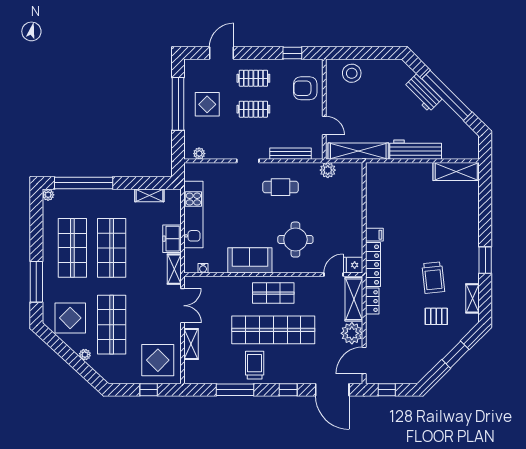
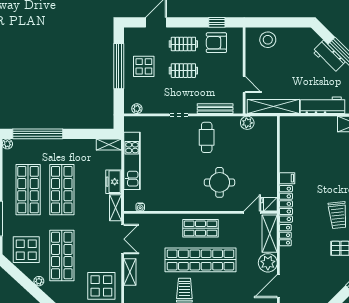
armchair: (305, 88) -> (216, 43), moved
cafe table: (281, 187) -> (207, 137), turned 90
shelving: (149, 195) -> (109, 145), moved
sofa: (250, 260) -> (180, 200), removed

